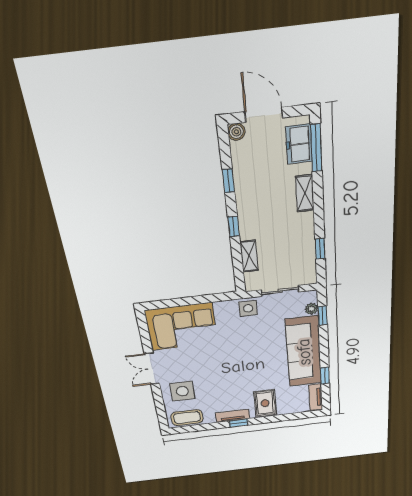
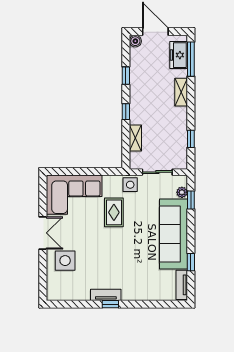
double door: (152, 369) -> (43, 233), swing flipped
rug: (265, 403) -> (114, 212), moved
coffee table: (187, 418) -> (65, 291), removed

